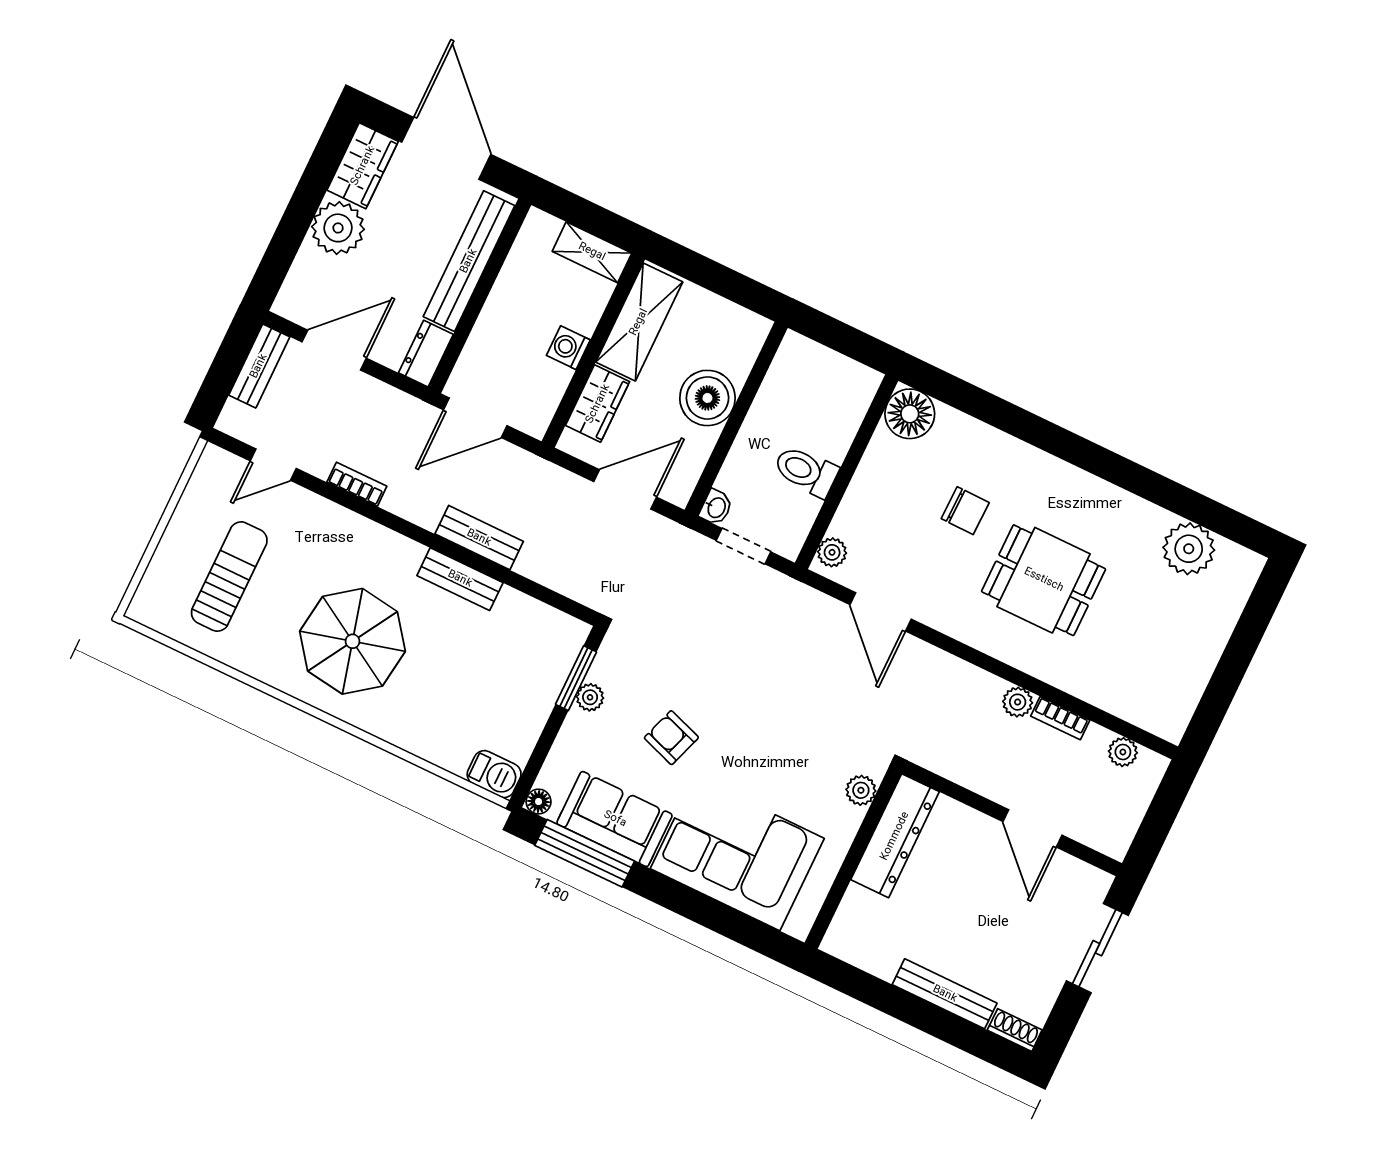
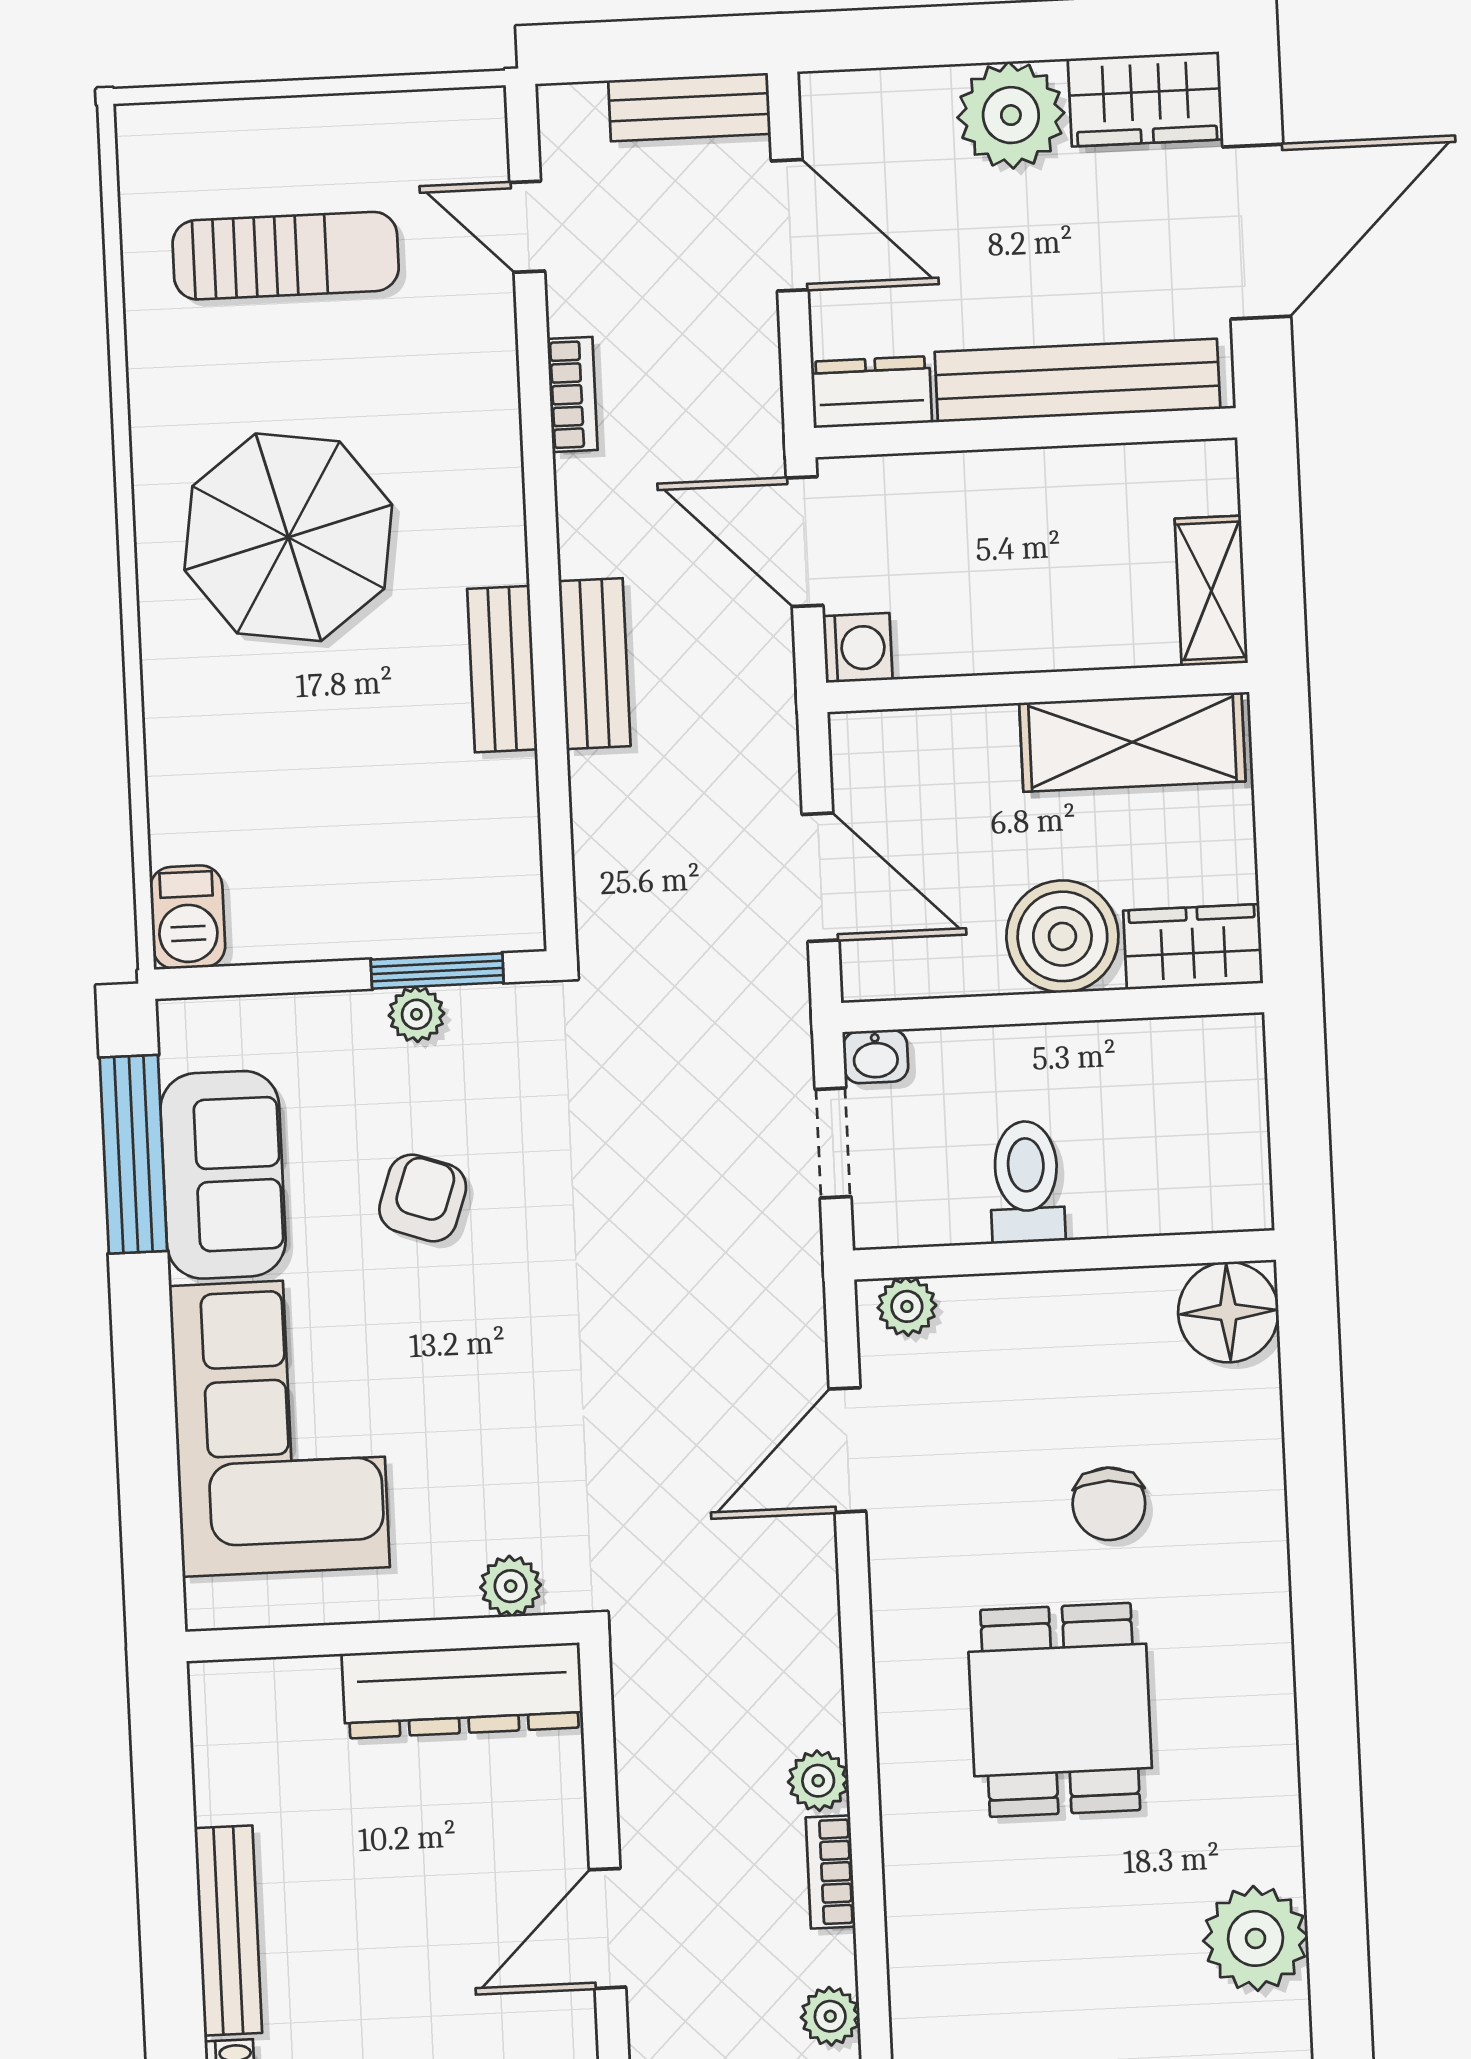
washing machine: (568, 348) -> (858, 648), moved, turned 90
wardrobe: (598, 404) -> (1193, 947), moved, turned 180
floor lamp: (539, 802) -> (181, 1023), removed

